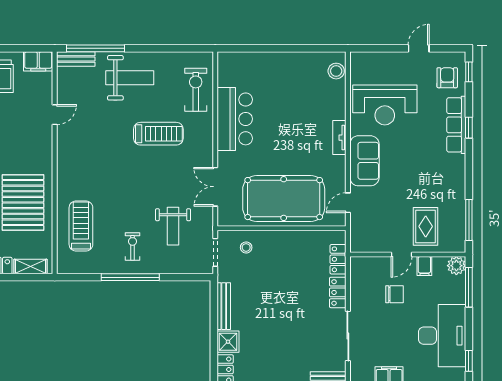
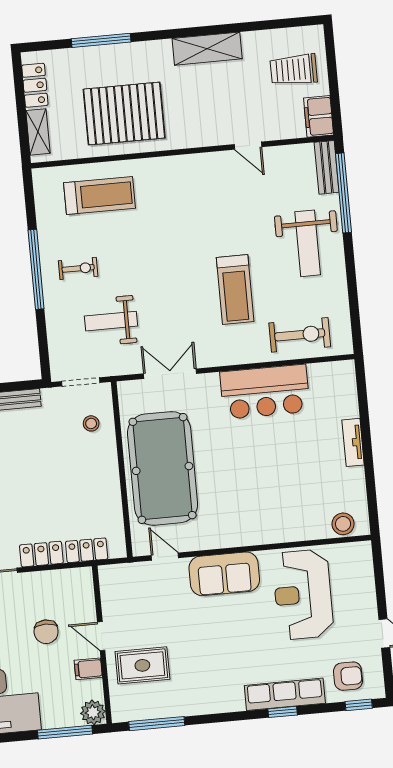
tv unit: (339, 138) -> (353, 442), moved, turned -90

